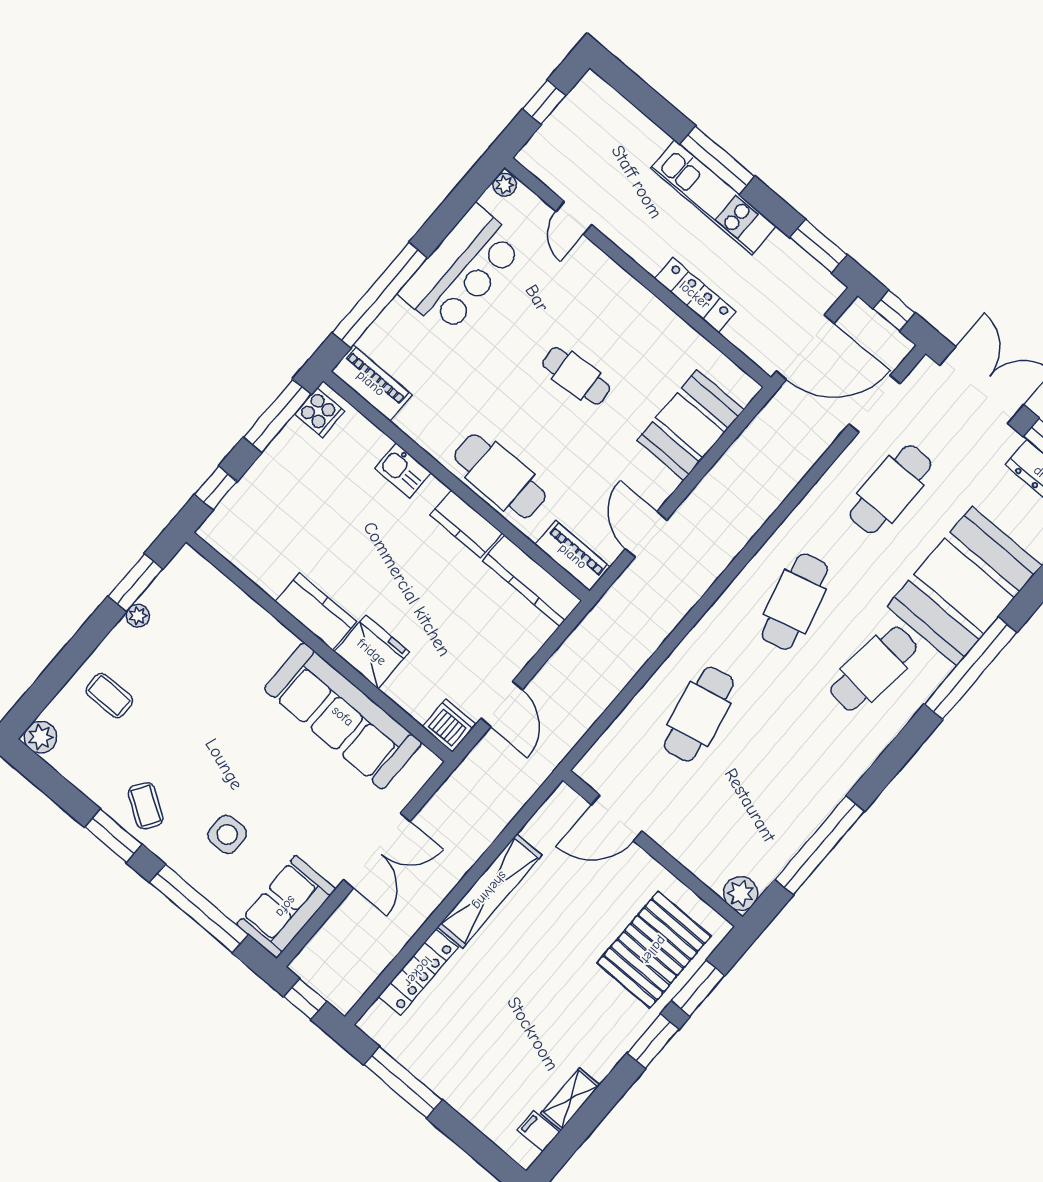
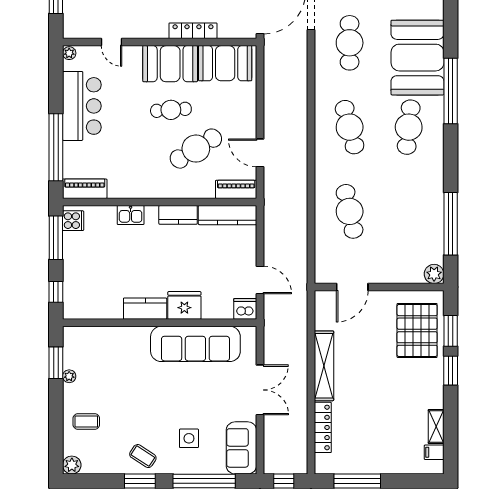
booth: (627, 313) -> (170, 64), added
booth: (690, 425) -> (225, 63), moved, turned 90
cafe table: (500, 476) -> (196, 149), moved, turned -32

